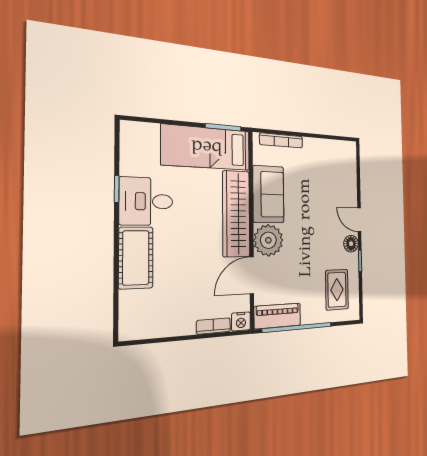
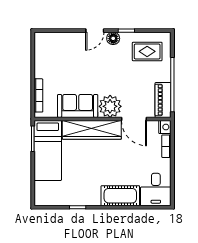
desk: (146, 201) -> (156, 190), moved

